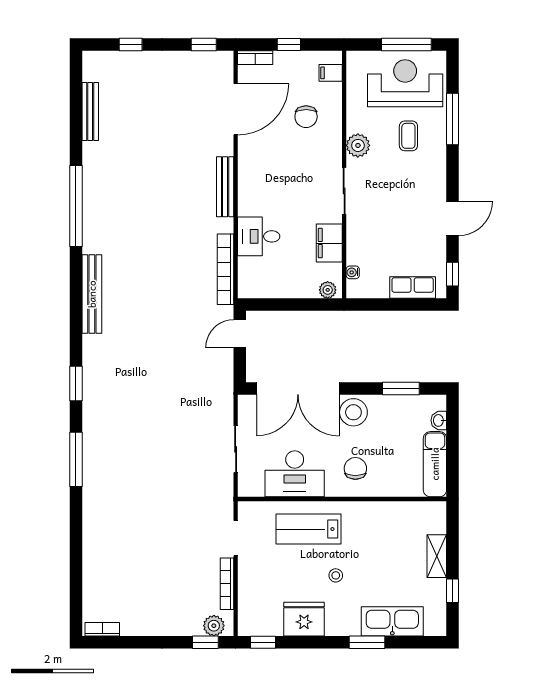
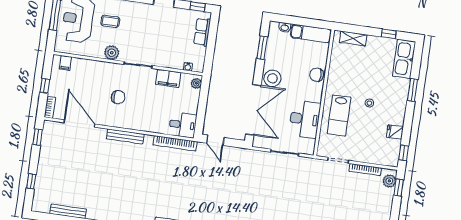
chair: (306, 117) -> (118, 97), moved
desk: (259, 236) -> (183, 125), moved, turned -90
chair: (355, 468) -> (317, 75), moved
shelving: (437, 556) -> (353, 38), moved
fridge: (304, 619) -> (395, 132), width x0.53, depth x0.75
kitchen sink: (392, 621) -> (404, 59), moved

